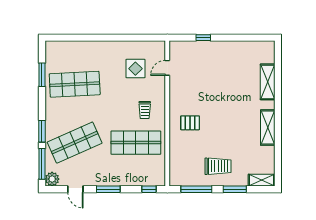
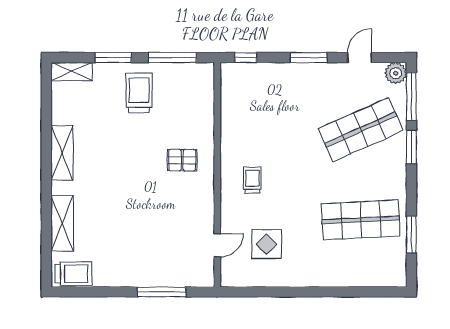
window: (203, 38) -> (162, 292), width x2.17
trolley: (260, 49) -> (74, 274), added
shop shelf: (136, 143) -> (266, 130), removed
trolley: (218, 166) -> (139, 93), turned 90
door: (75, 189) -> (360, 58), hinge flipped

